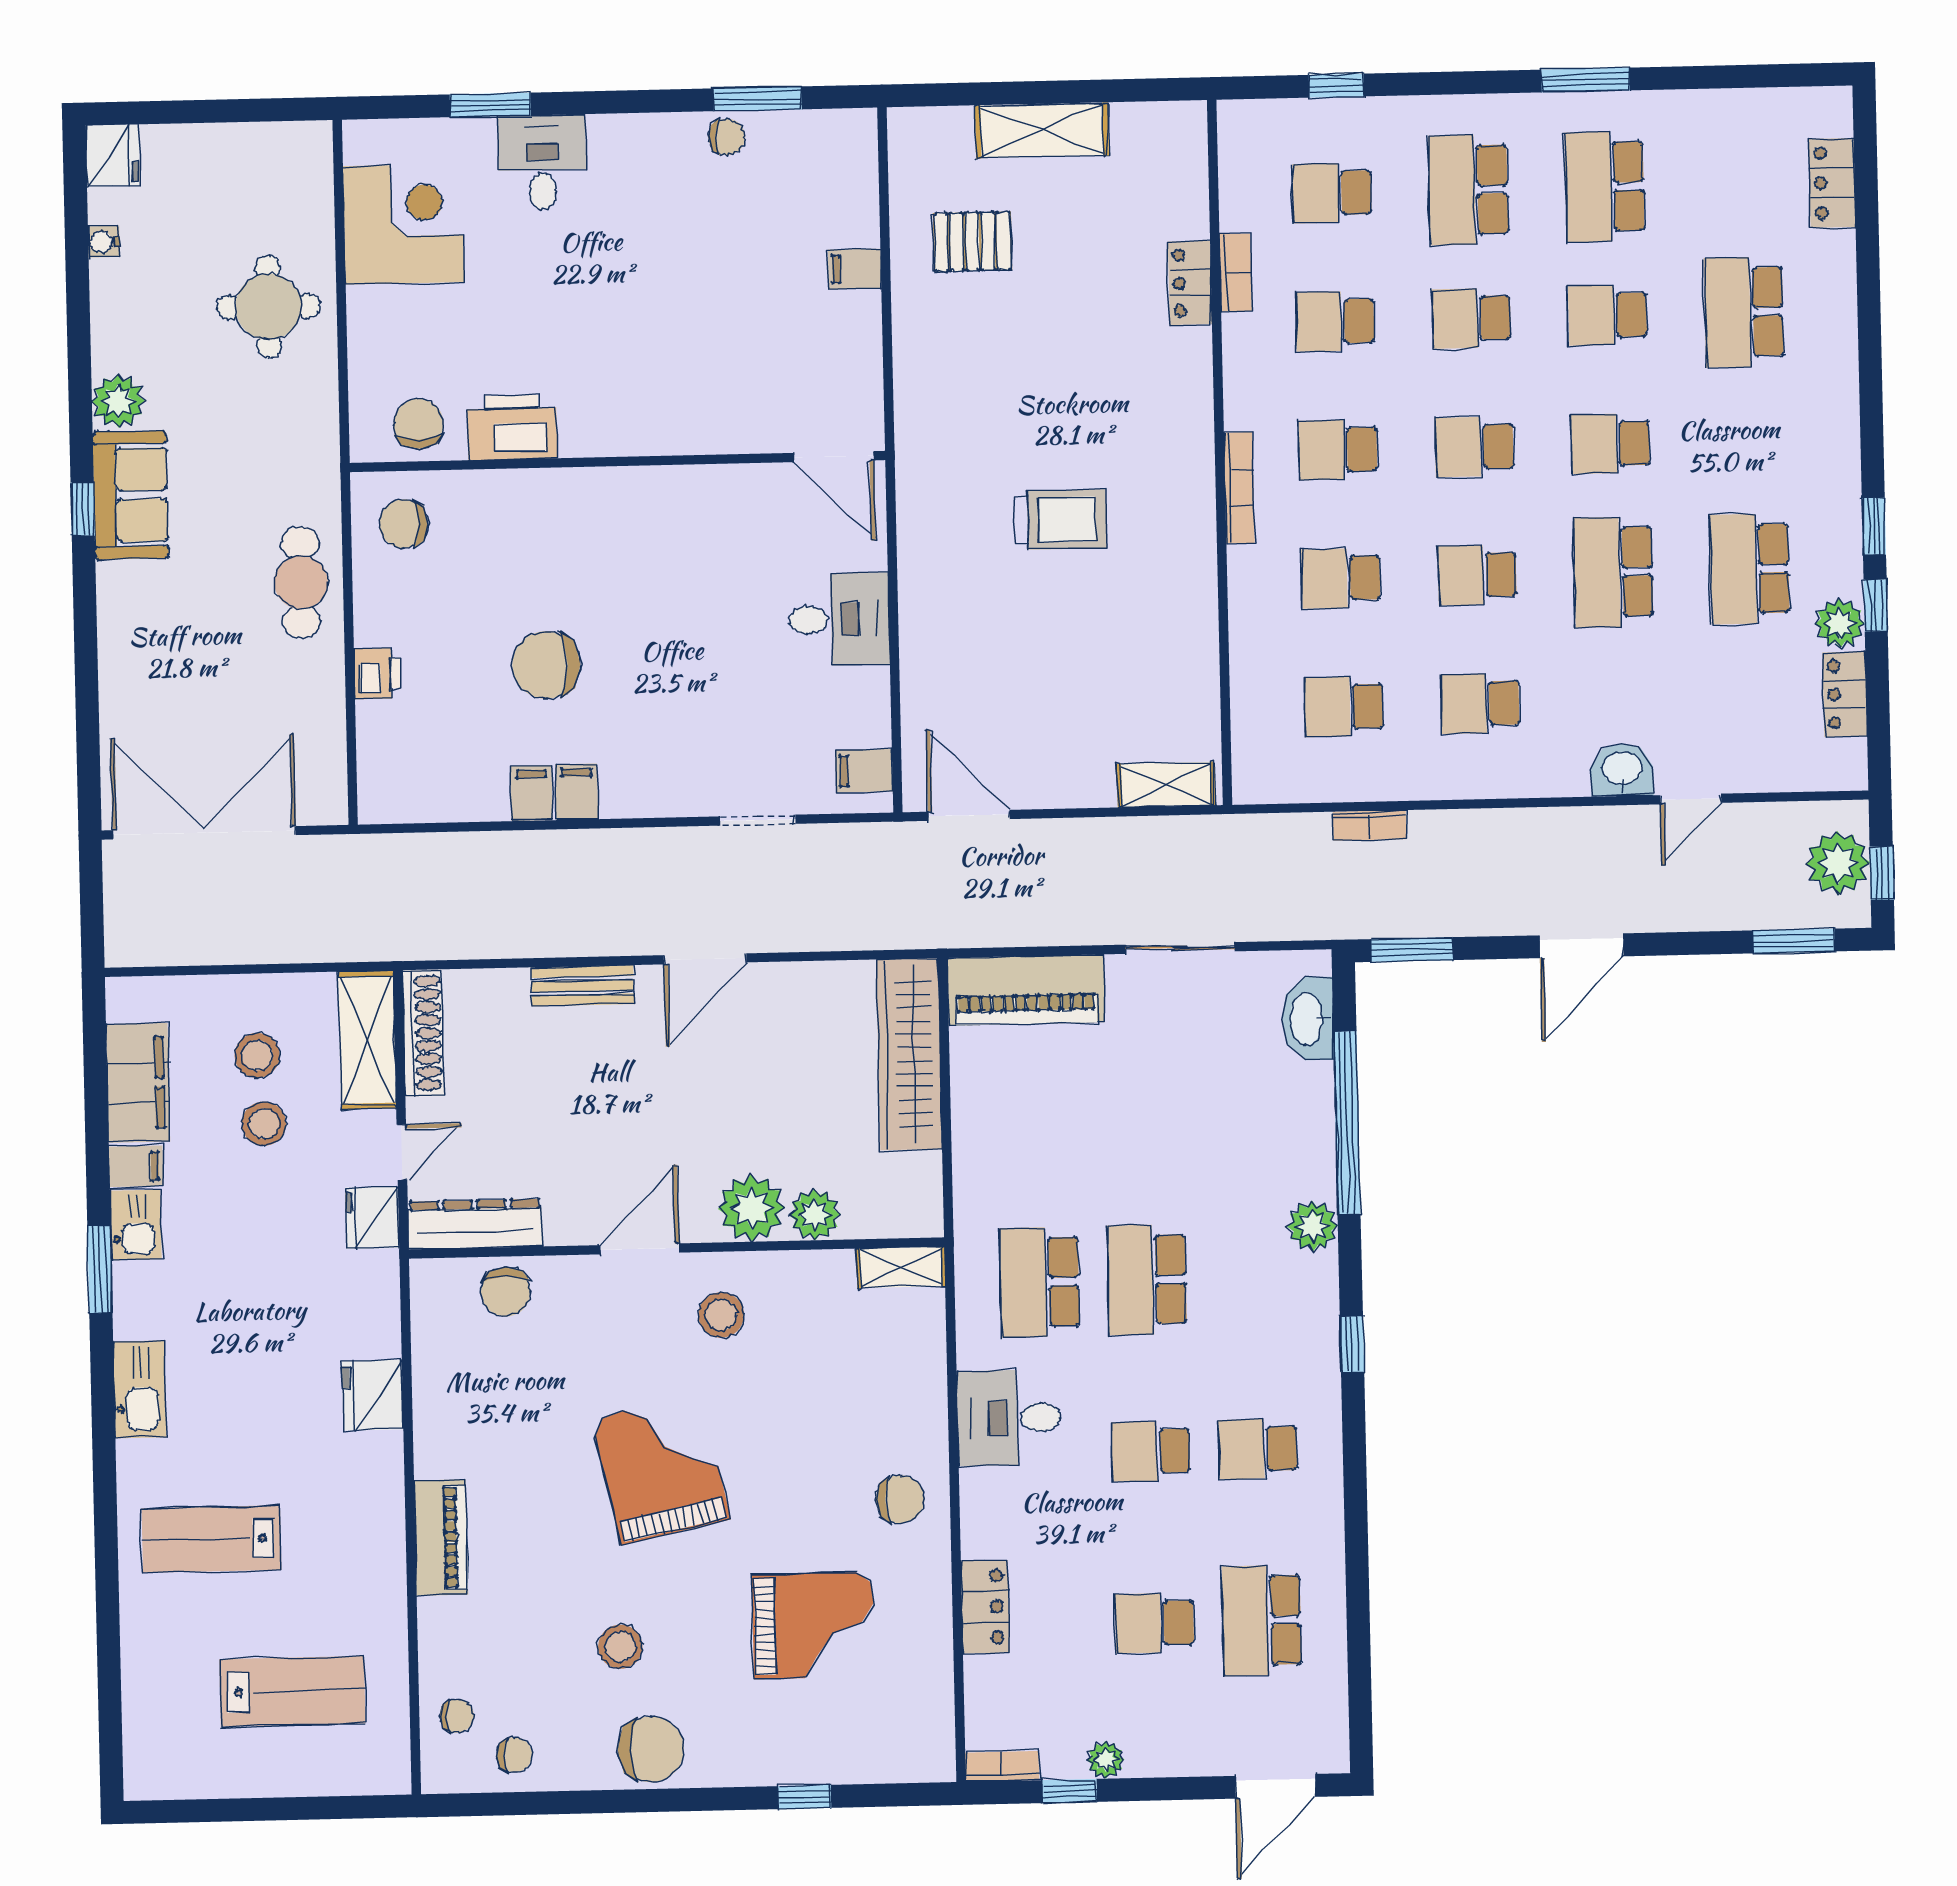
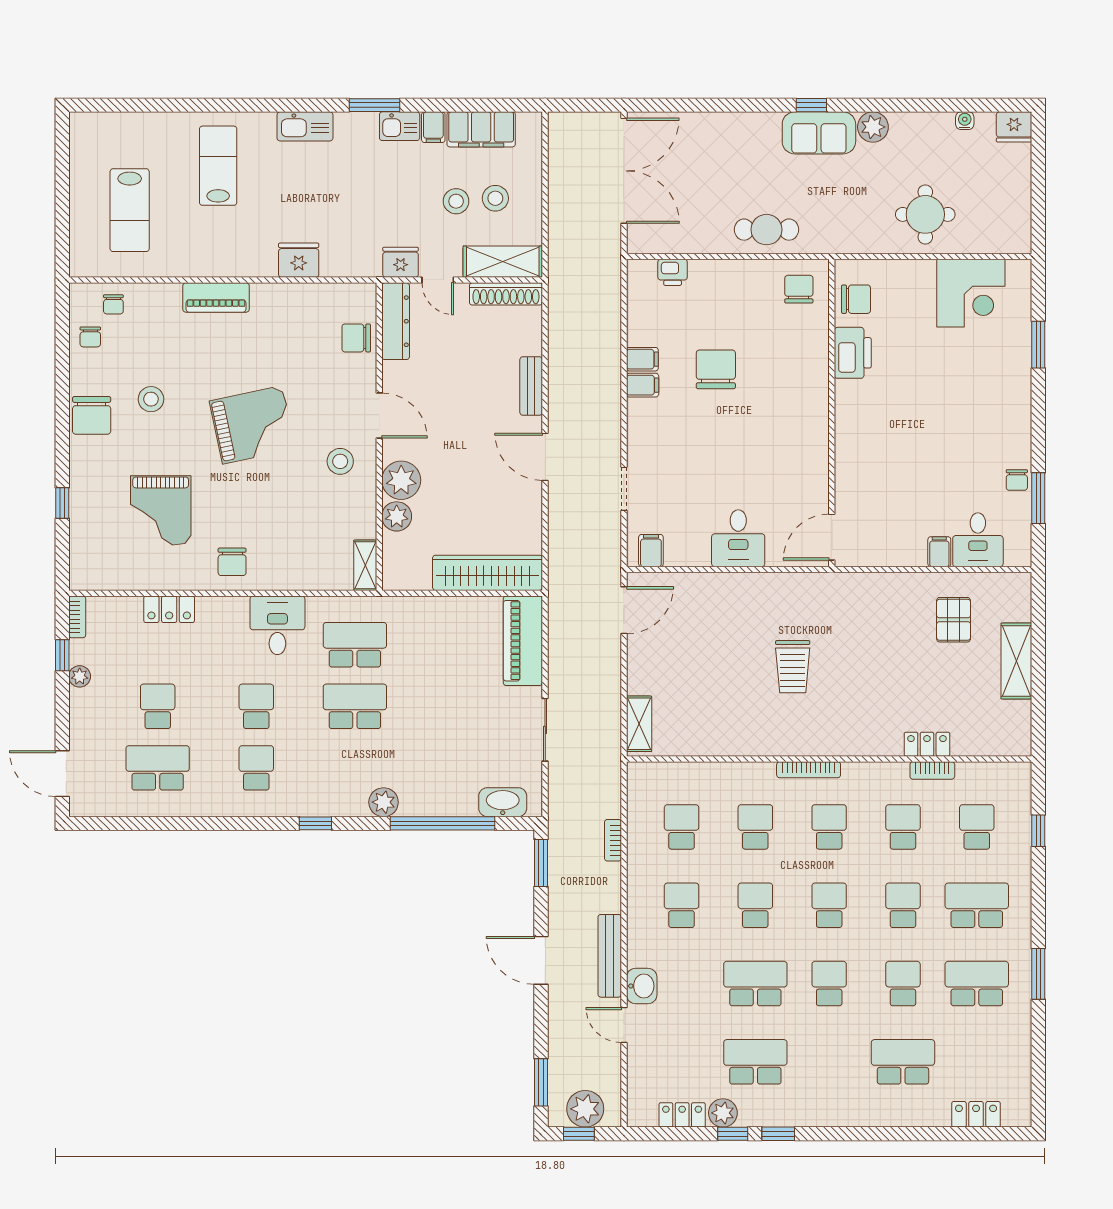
desk: (542, 162) -> (978, 540), moved, turned 90
printer: (377, 674) -> (673, 272), moved
bench: (1571, 827) -> (610, 956), added

